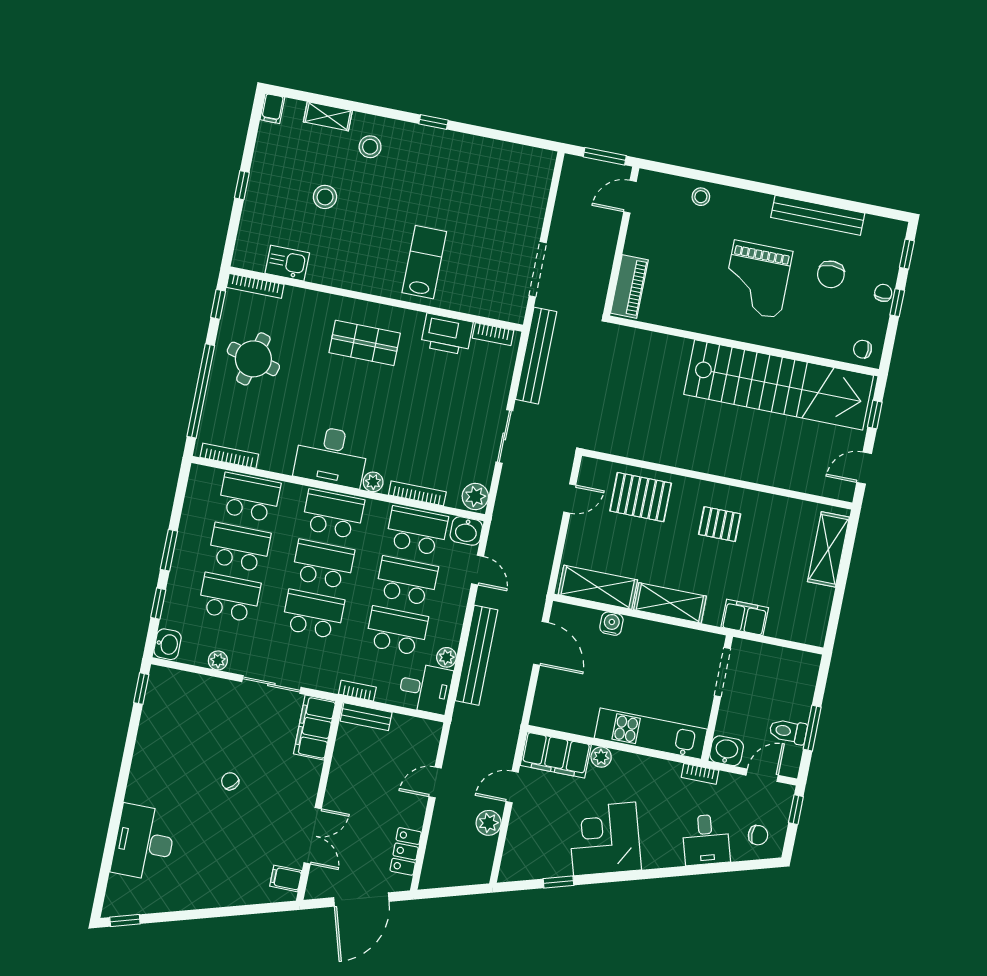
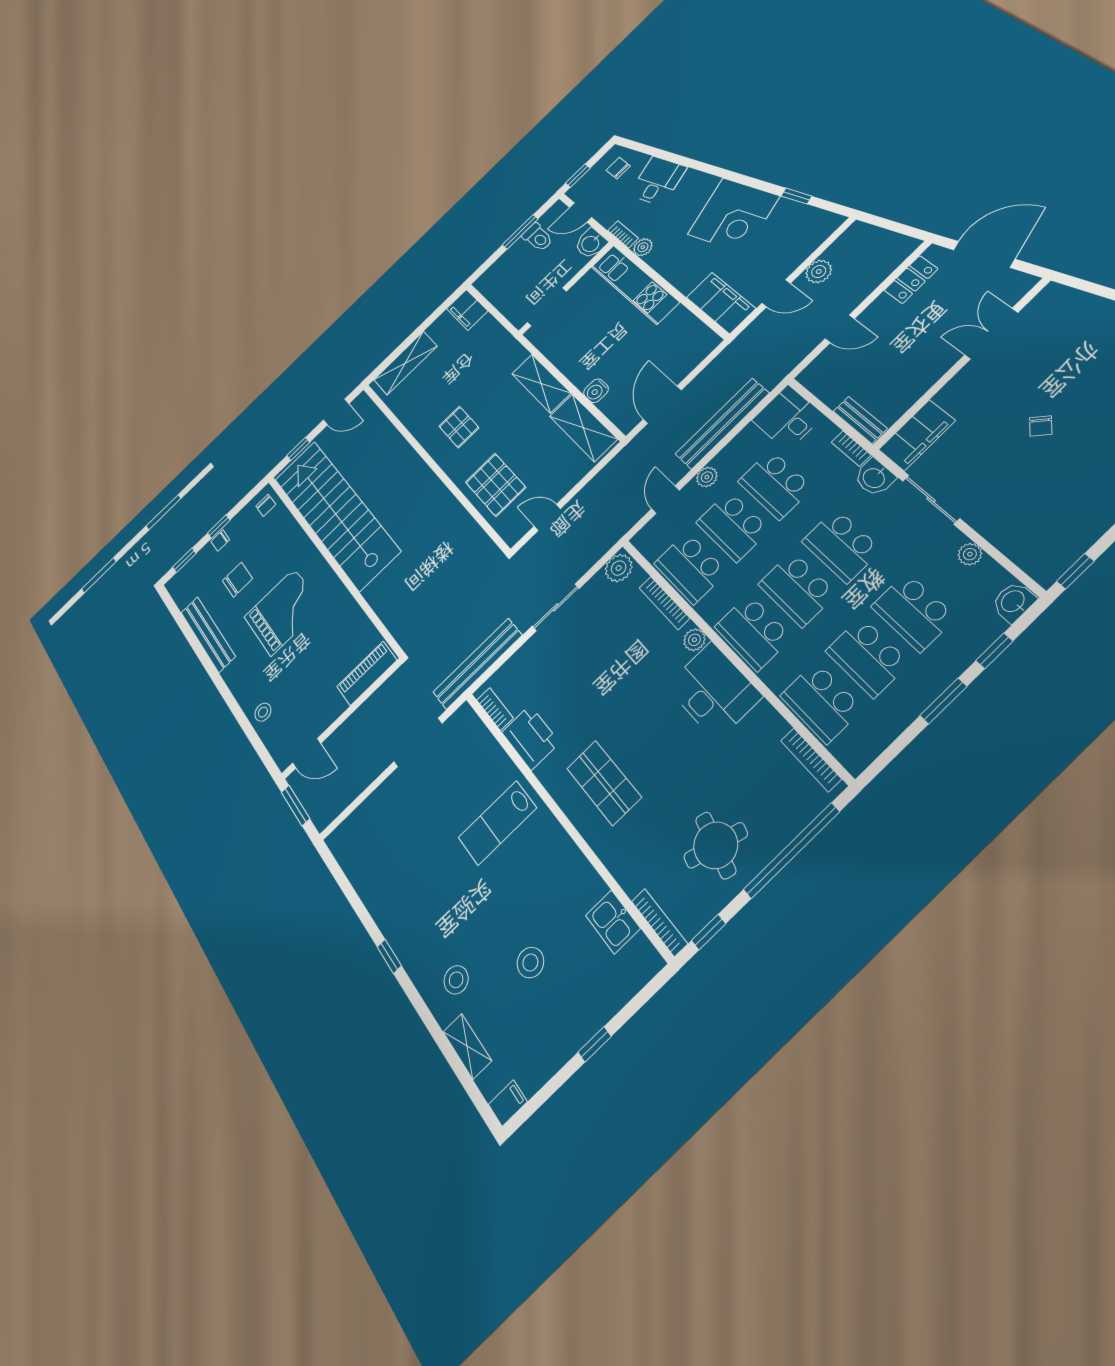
washbasin: (466, 531) -> (874, 477), moved, turned 180
filing cabinet: (745, 617) -> (467, 310), moved
plant: (446, 657) -> (707, 477), moved
plant: (601, 757) -> (643, 247), moved
filing cabinet: (286, 878) -> (1047, 306), removed

